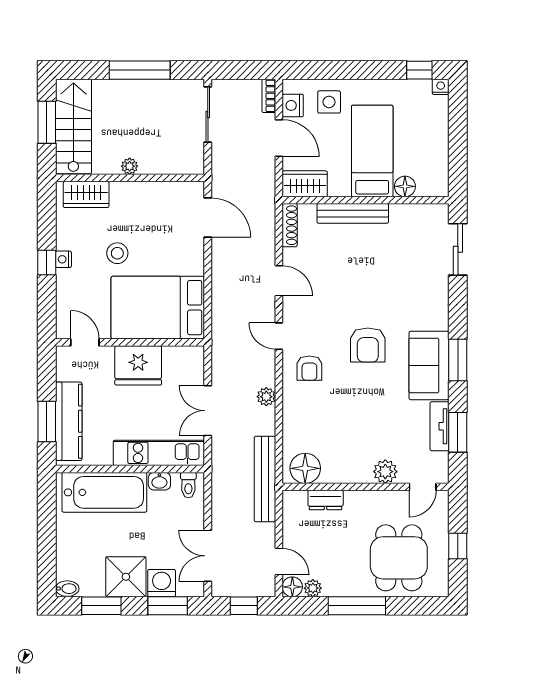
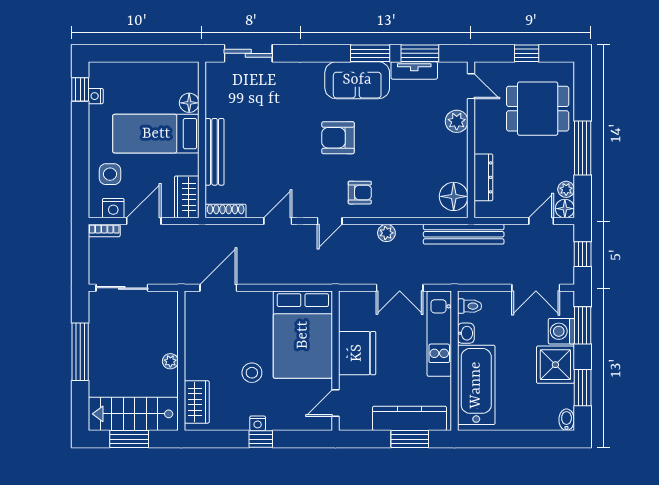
nightstand: (441, 87) -> (96, 96), moved
armchair: (368, 345) -> (338, 138), turned 180
window: (458, 360) -> (370, 53), moved
dresser: (326, 500) -> (483, 177), width x1.44

